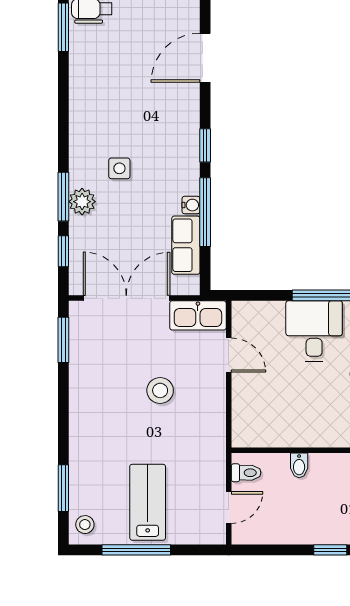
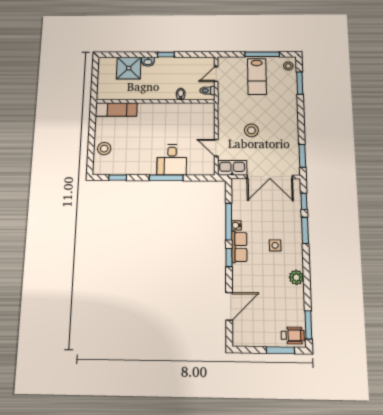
plant: (82, 202) -> (296, 277), moved
row of seats: (186, 245) -> (239, 247), moved

